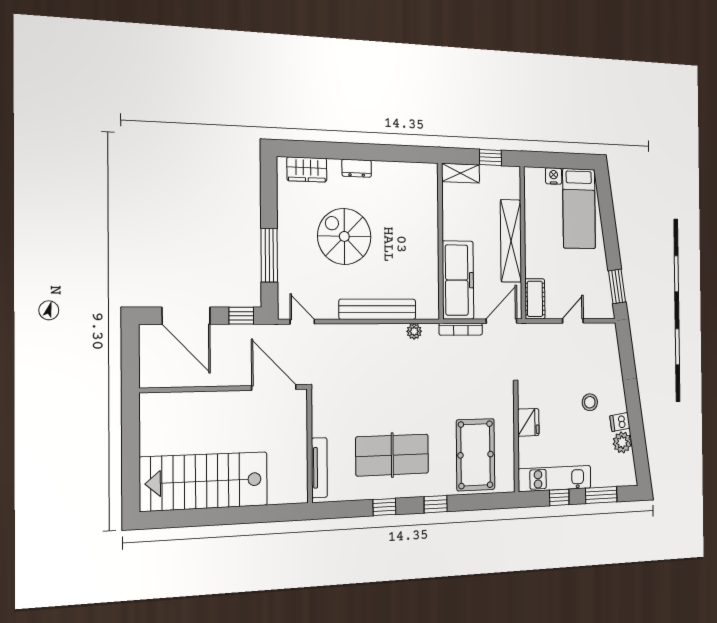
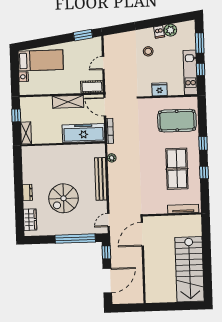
shelving: (511, 241) -> (68, 102), width x0.68
window: (269, 255) -> (75, 239), width x1.46
door: (573, 321) -> (103, 63), hinge flipped

